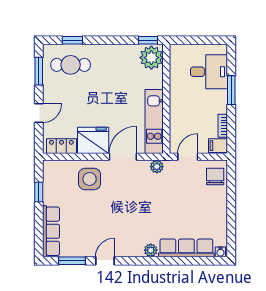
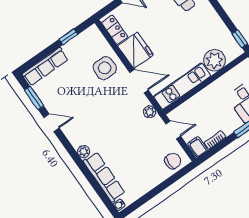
plant: (151, 58) -> (215, 60), moved

